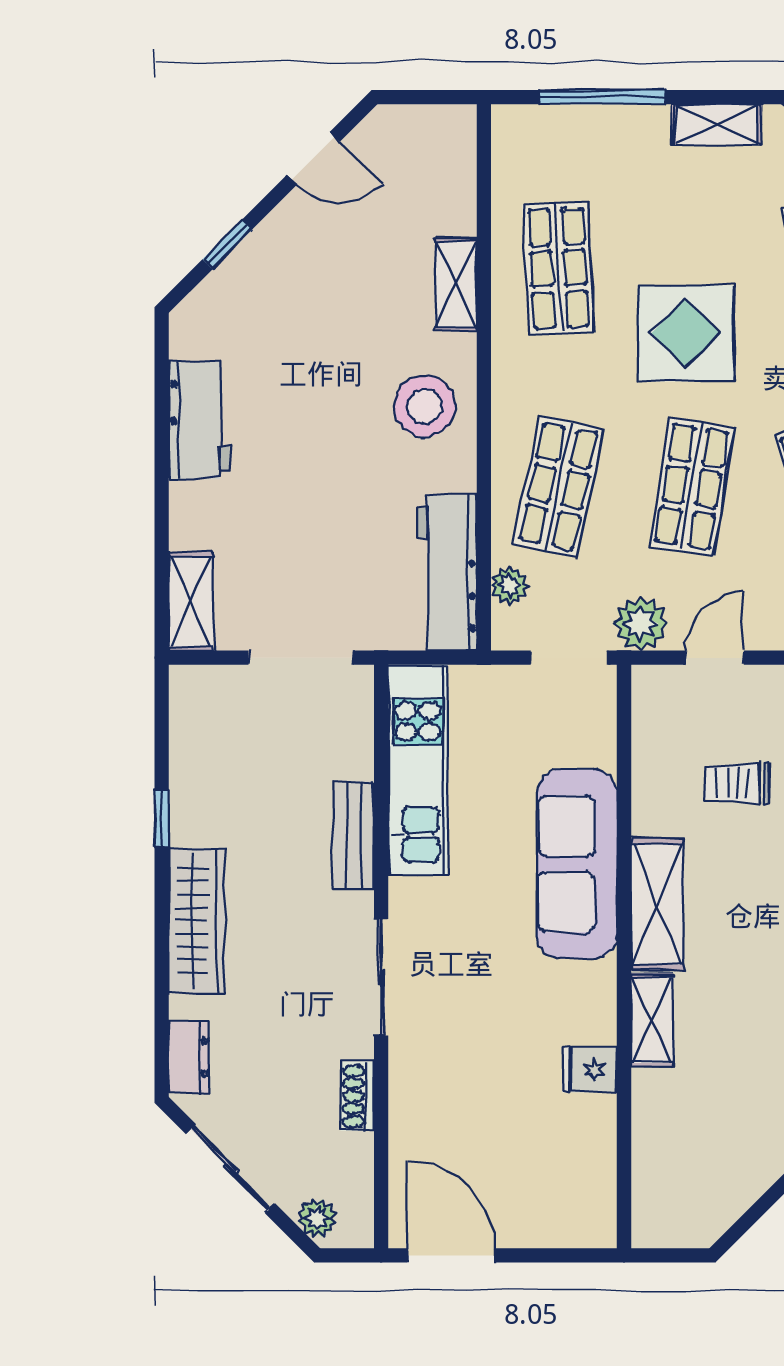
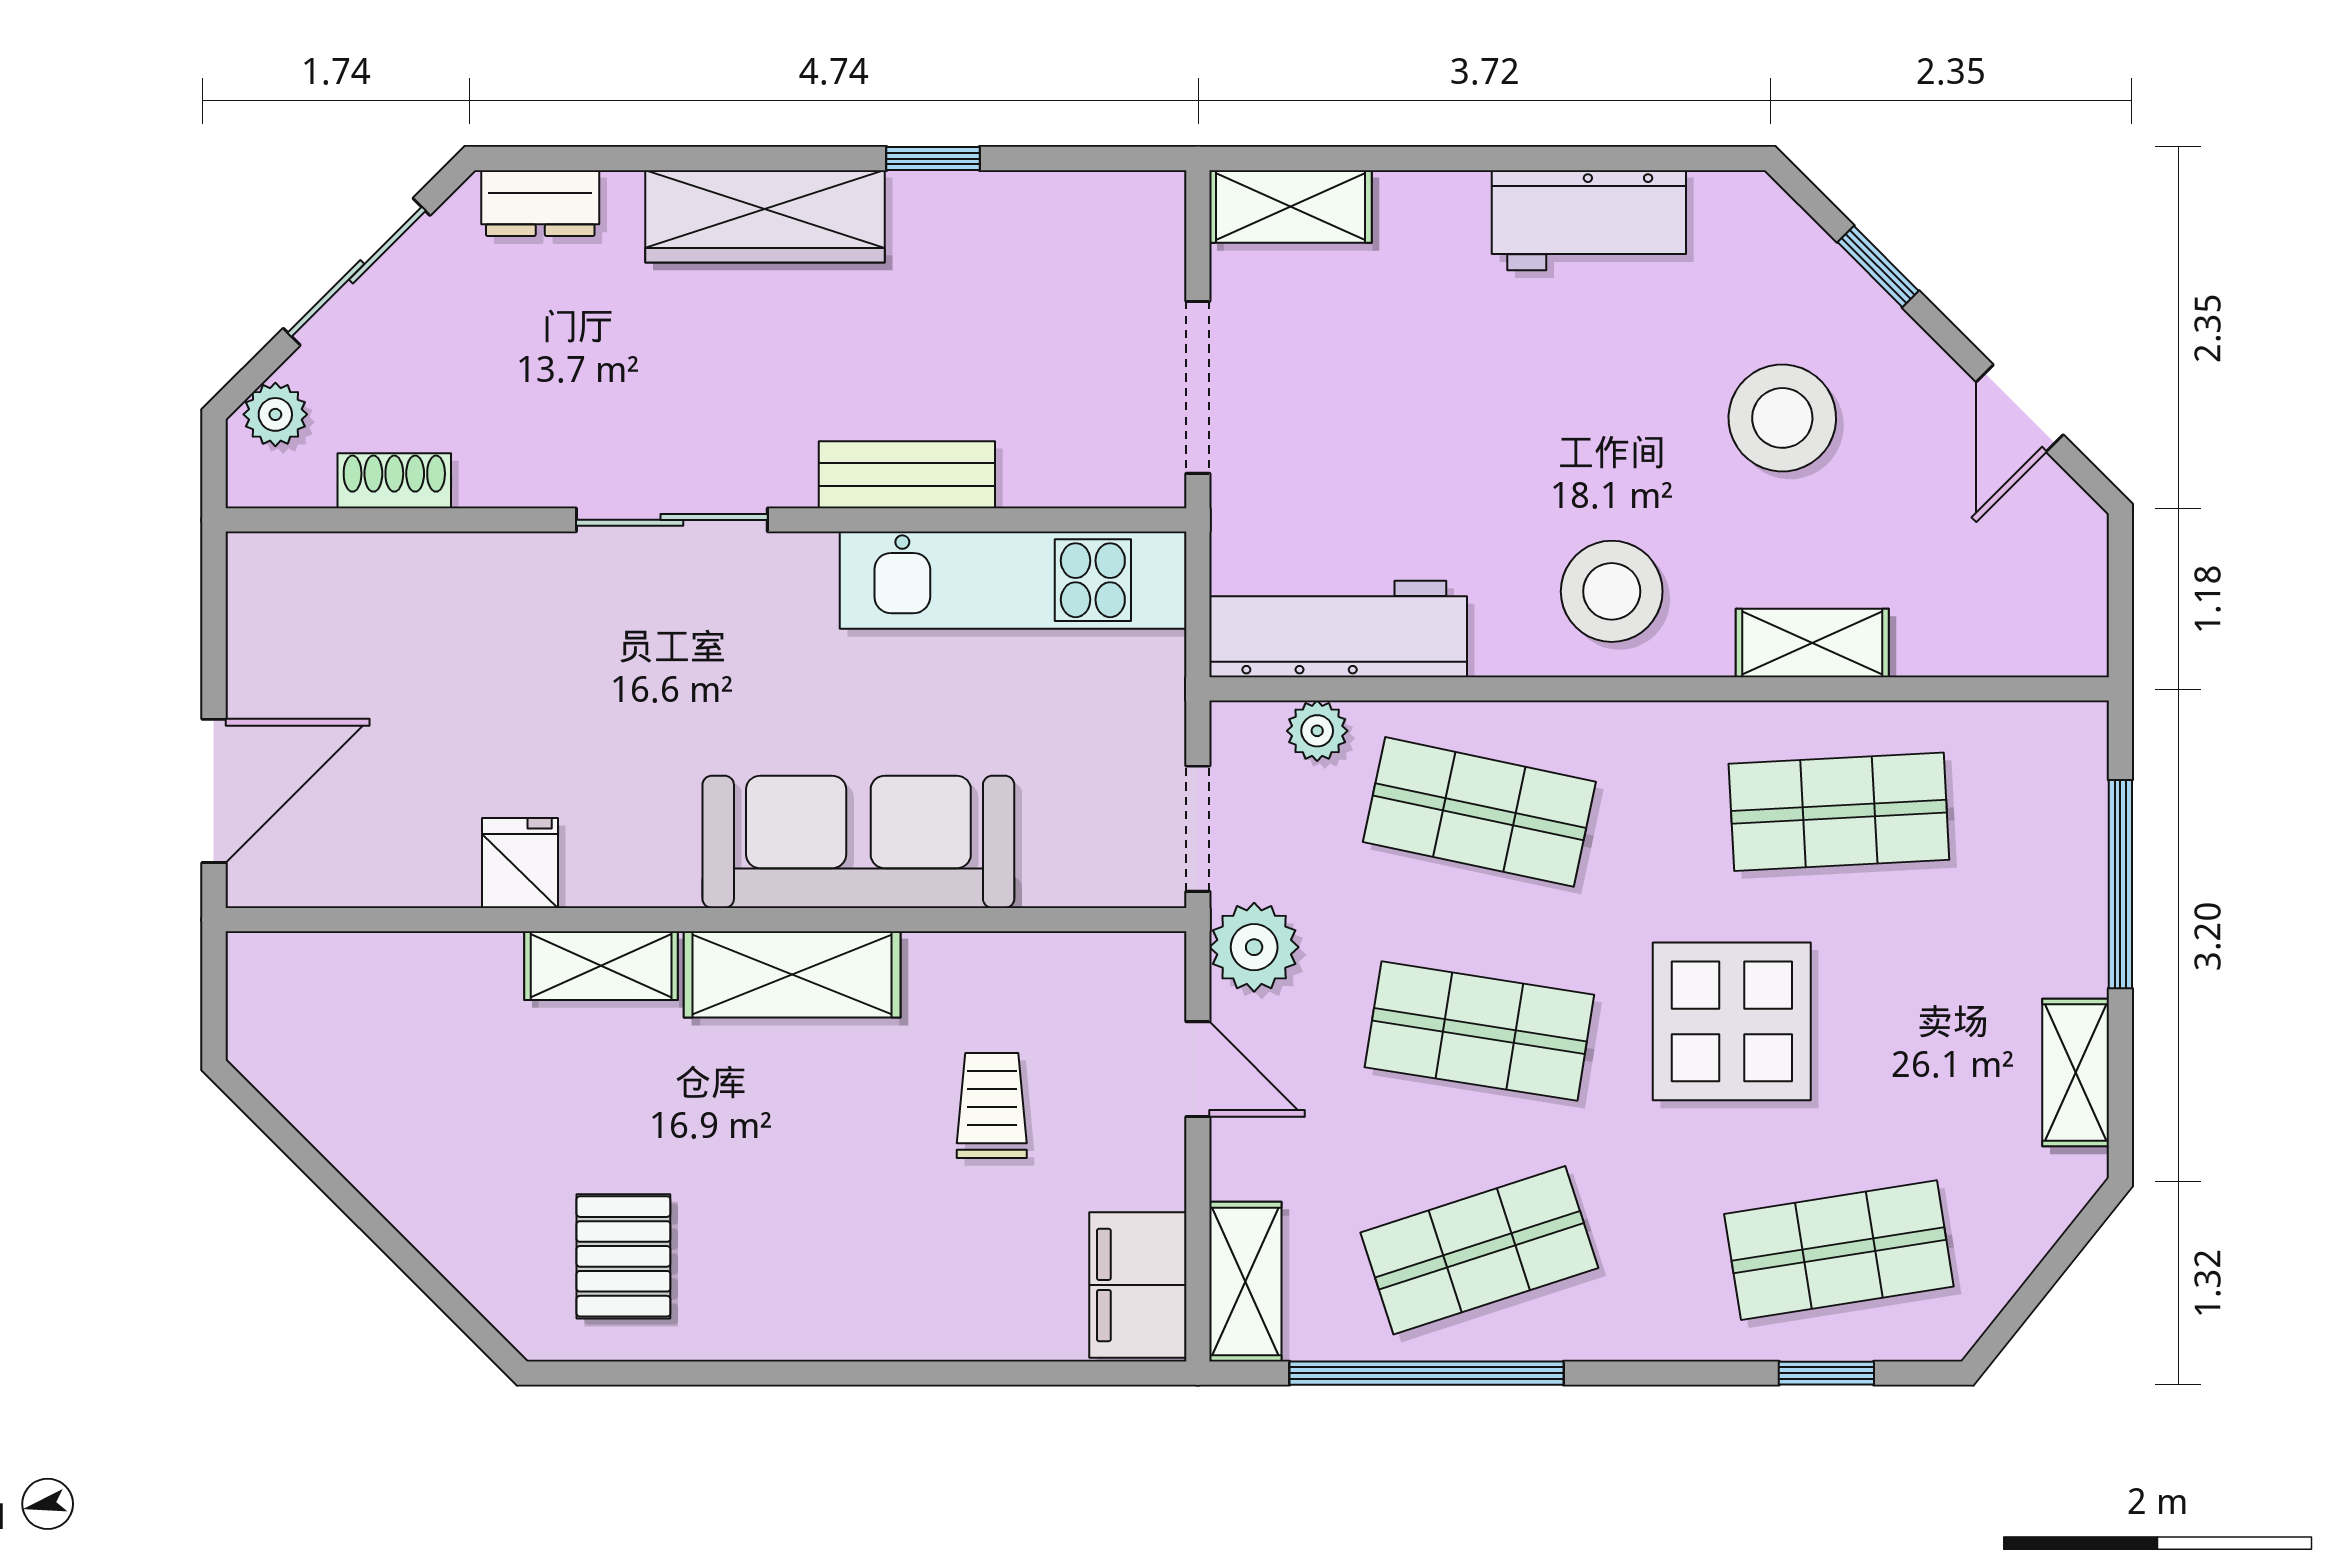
stool: (319, 303) -> (1782, 418), added
shoe rack: (357, 1096) -> (394, 481), moved
door: (451, 1255) -> (214, 791), moved

